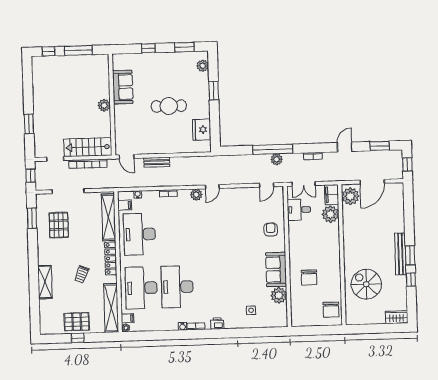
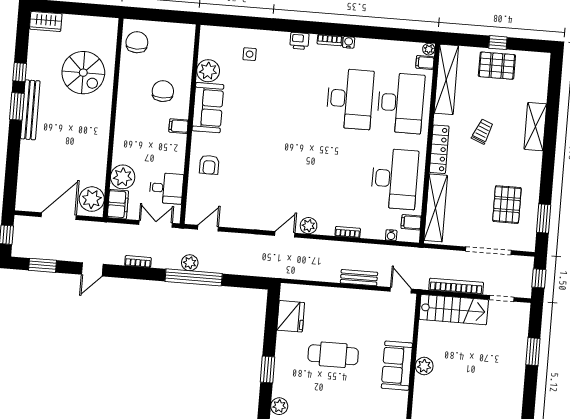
sofa: (123, 87) -> (397, 366), moved
filing cabinet: (295, 254) -> (178, 126), added

